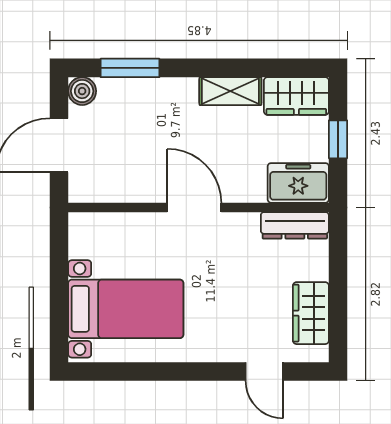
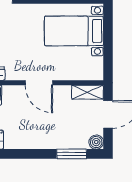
shelving: (230, 91) -> (87, 92), moved

